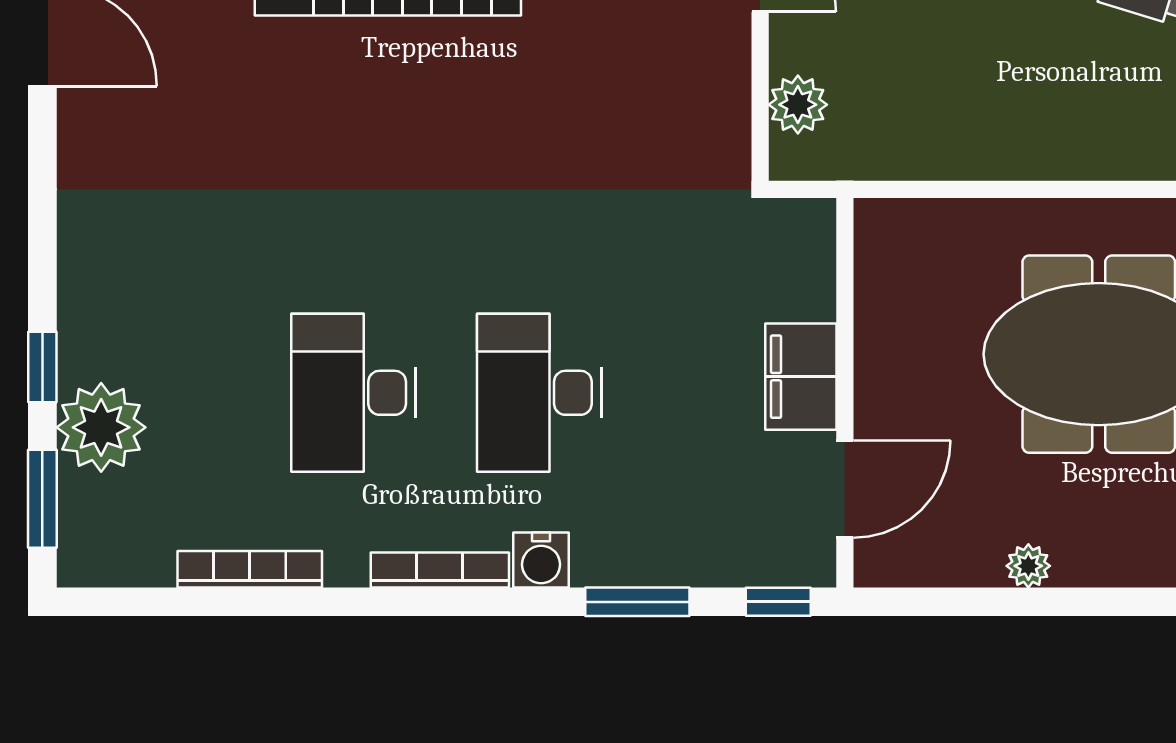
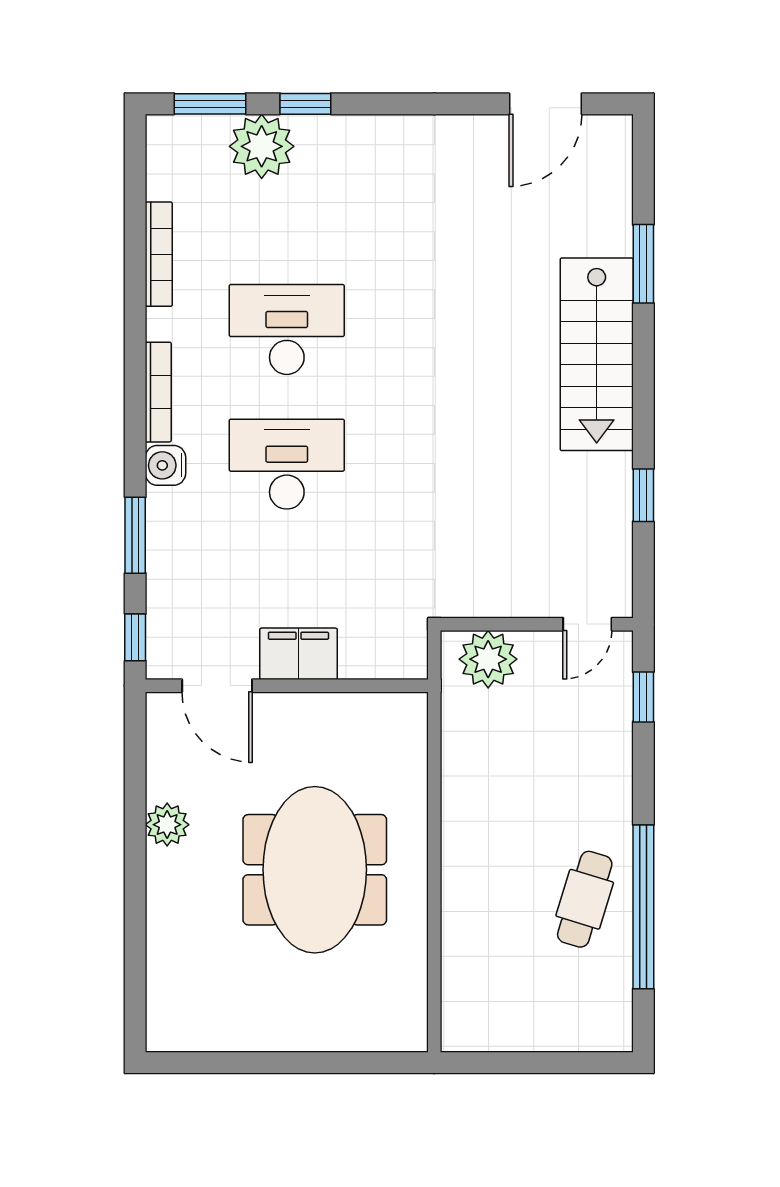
plant: (798, 105) -> (488, 659), width x1.36, depth x1.36
plant: (1028, 566) -> (167, 825), width x1.38, depth x1.38

